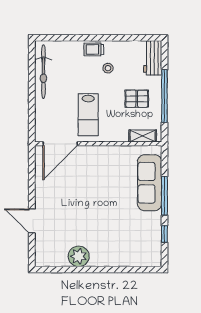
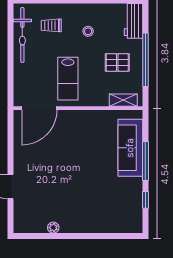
trolley: (94, 49) -> (51, 25), moved
plant: (79, 256) -> (53, 228), width x0.53, depth x0.53

